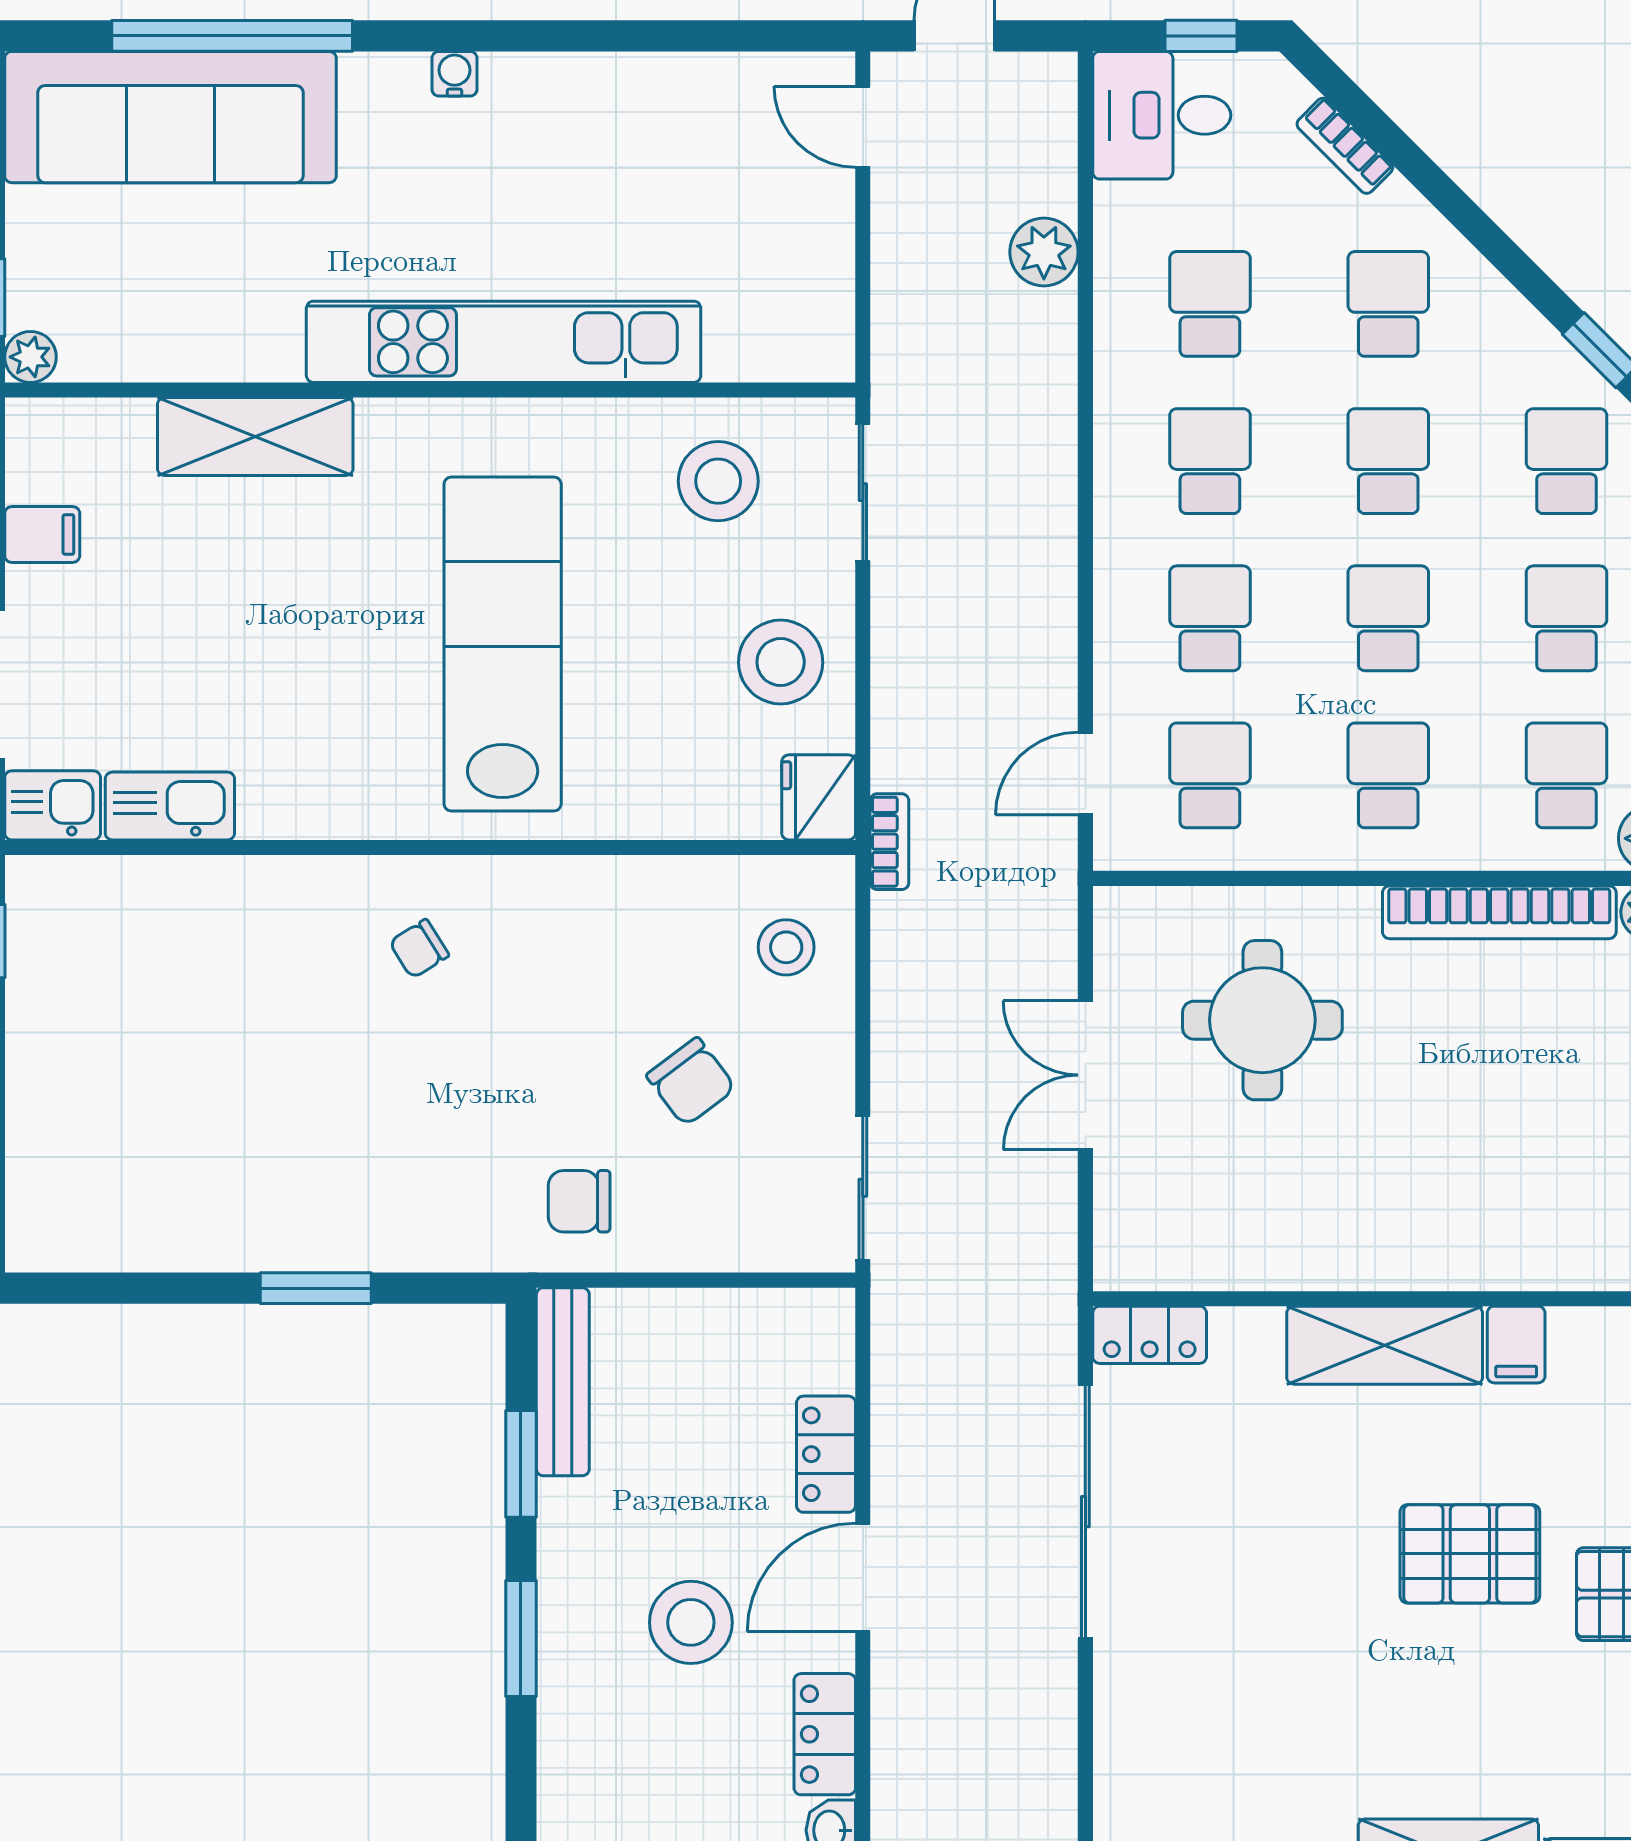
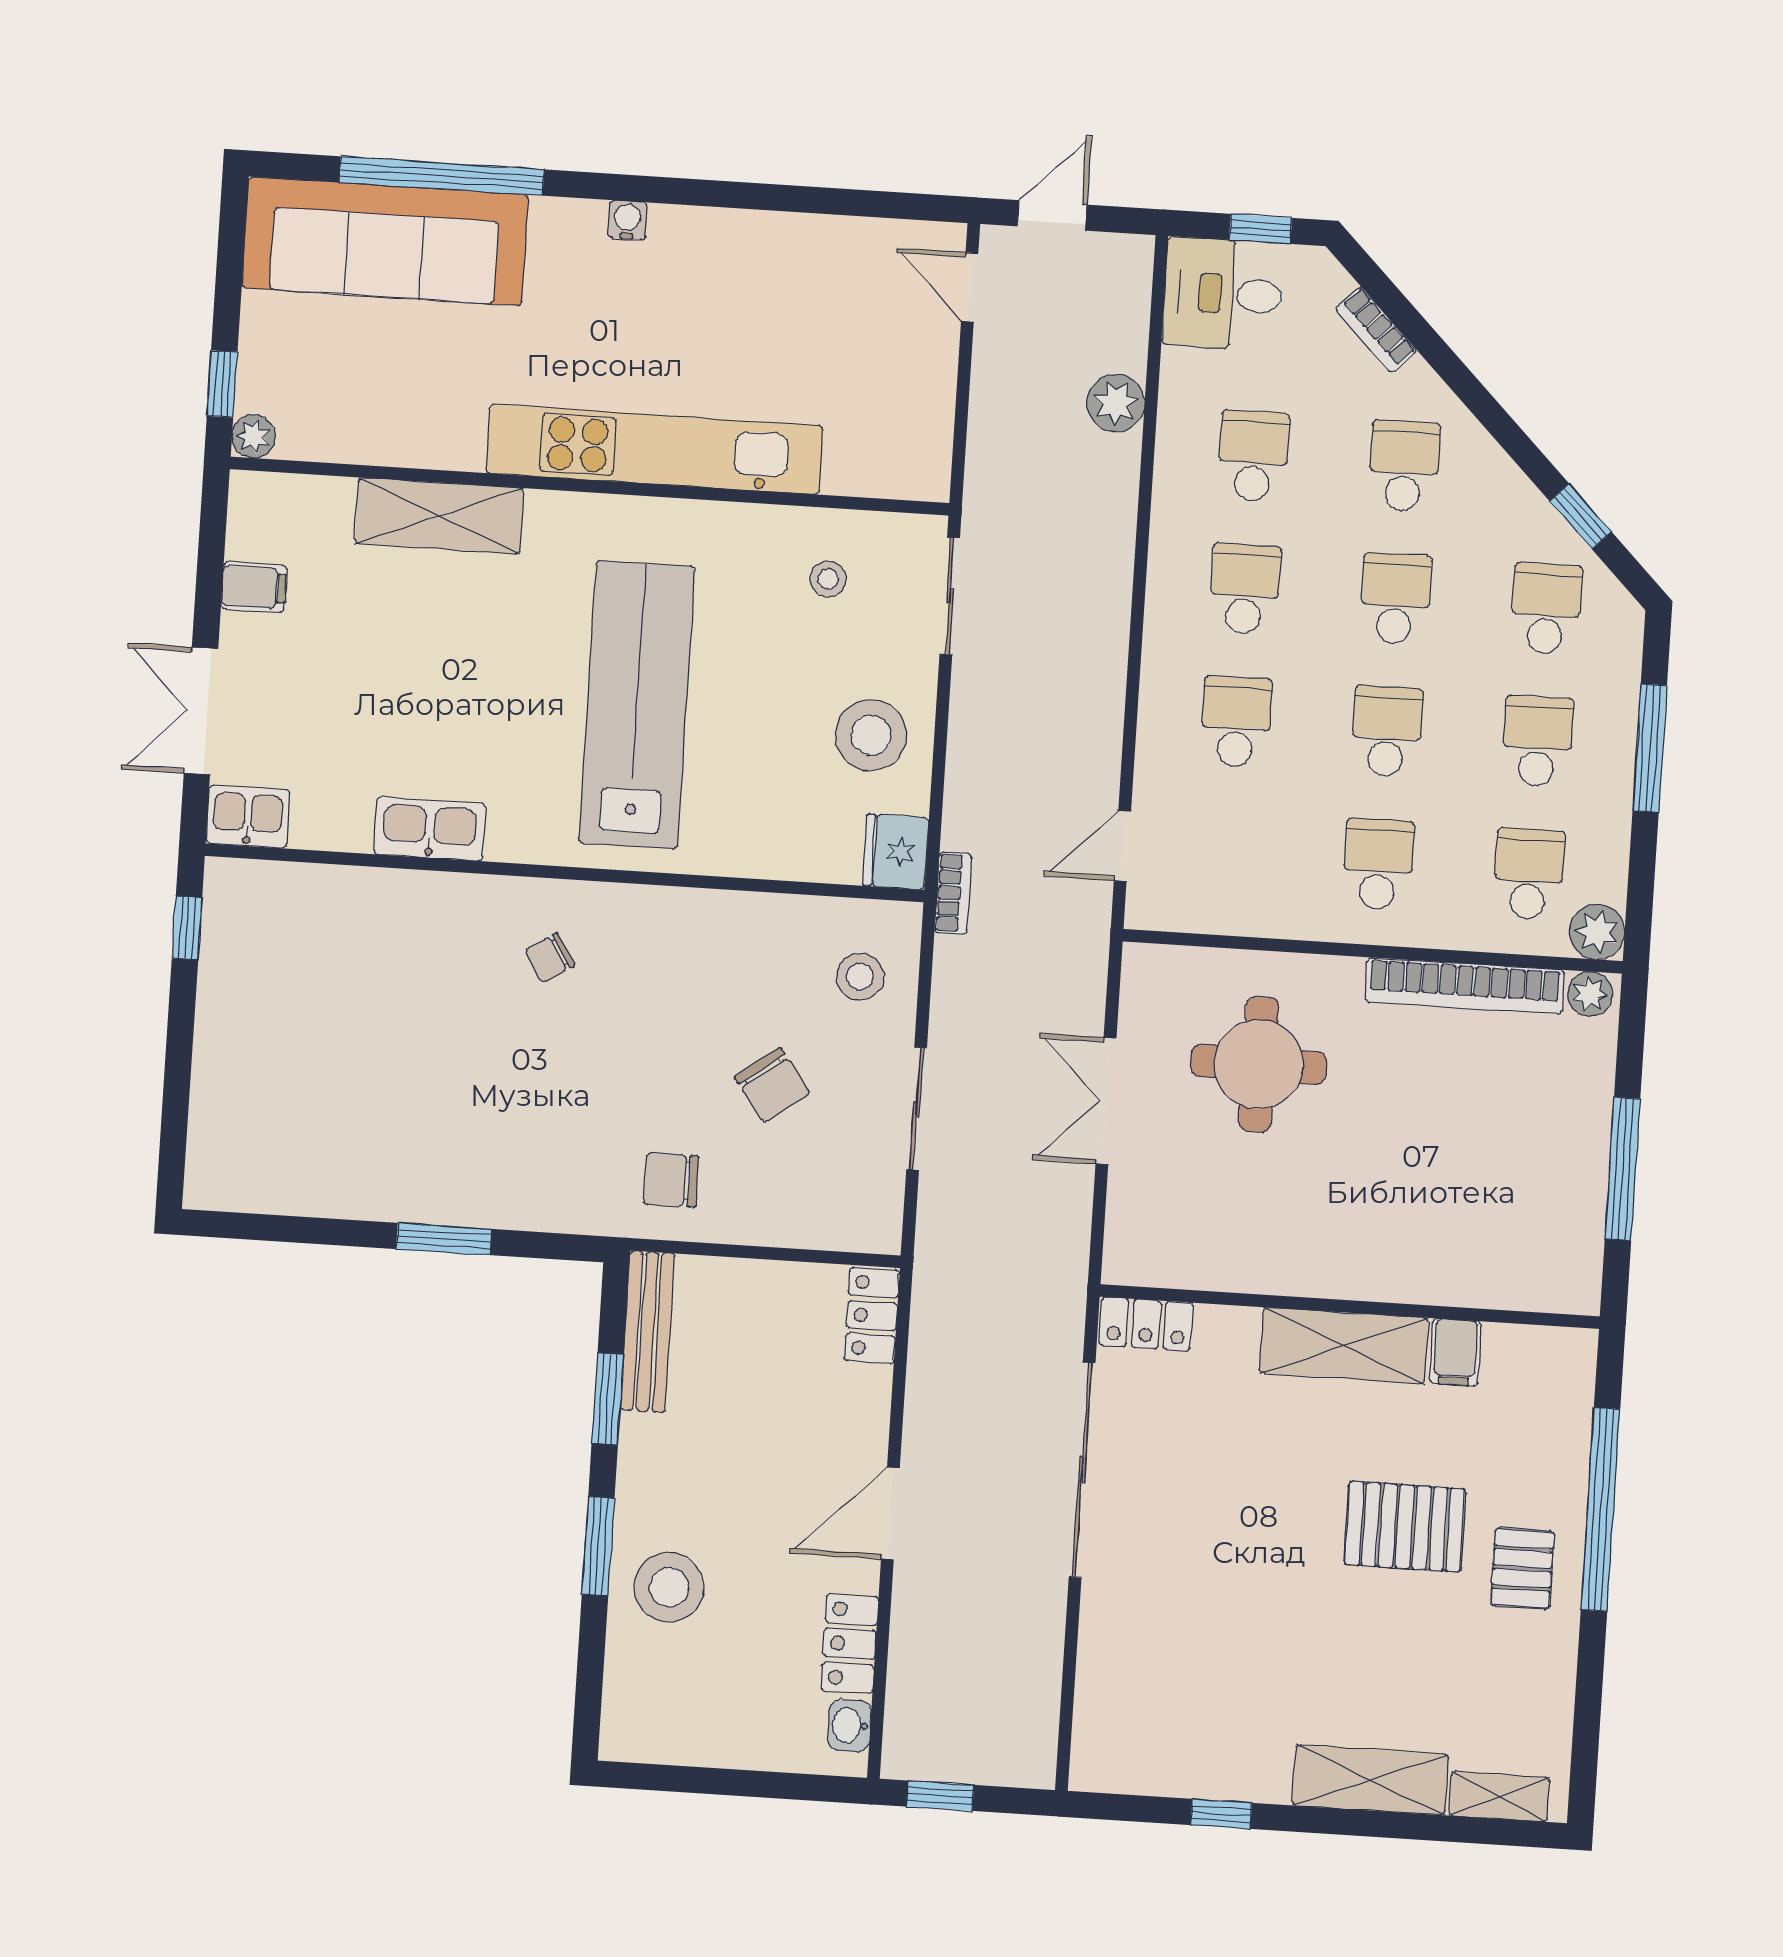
stool: (718, 481) -> (828, 579), width x0.53, depth x0.53
school desk: (1210, 775) -> (1228, 854), removed
kitchen sink: (170, 806) -> (430, 829), moved
sliding door: (863, 1188) -> (917, 1109), moved
locker: (826, 1454) -> (872, 1316), moved
stool: (691, 1622) -> (669, 1587), moved

